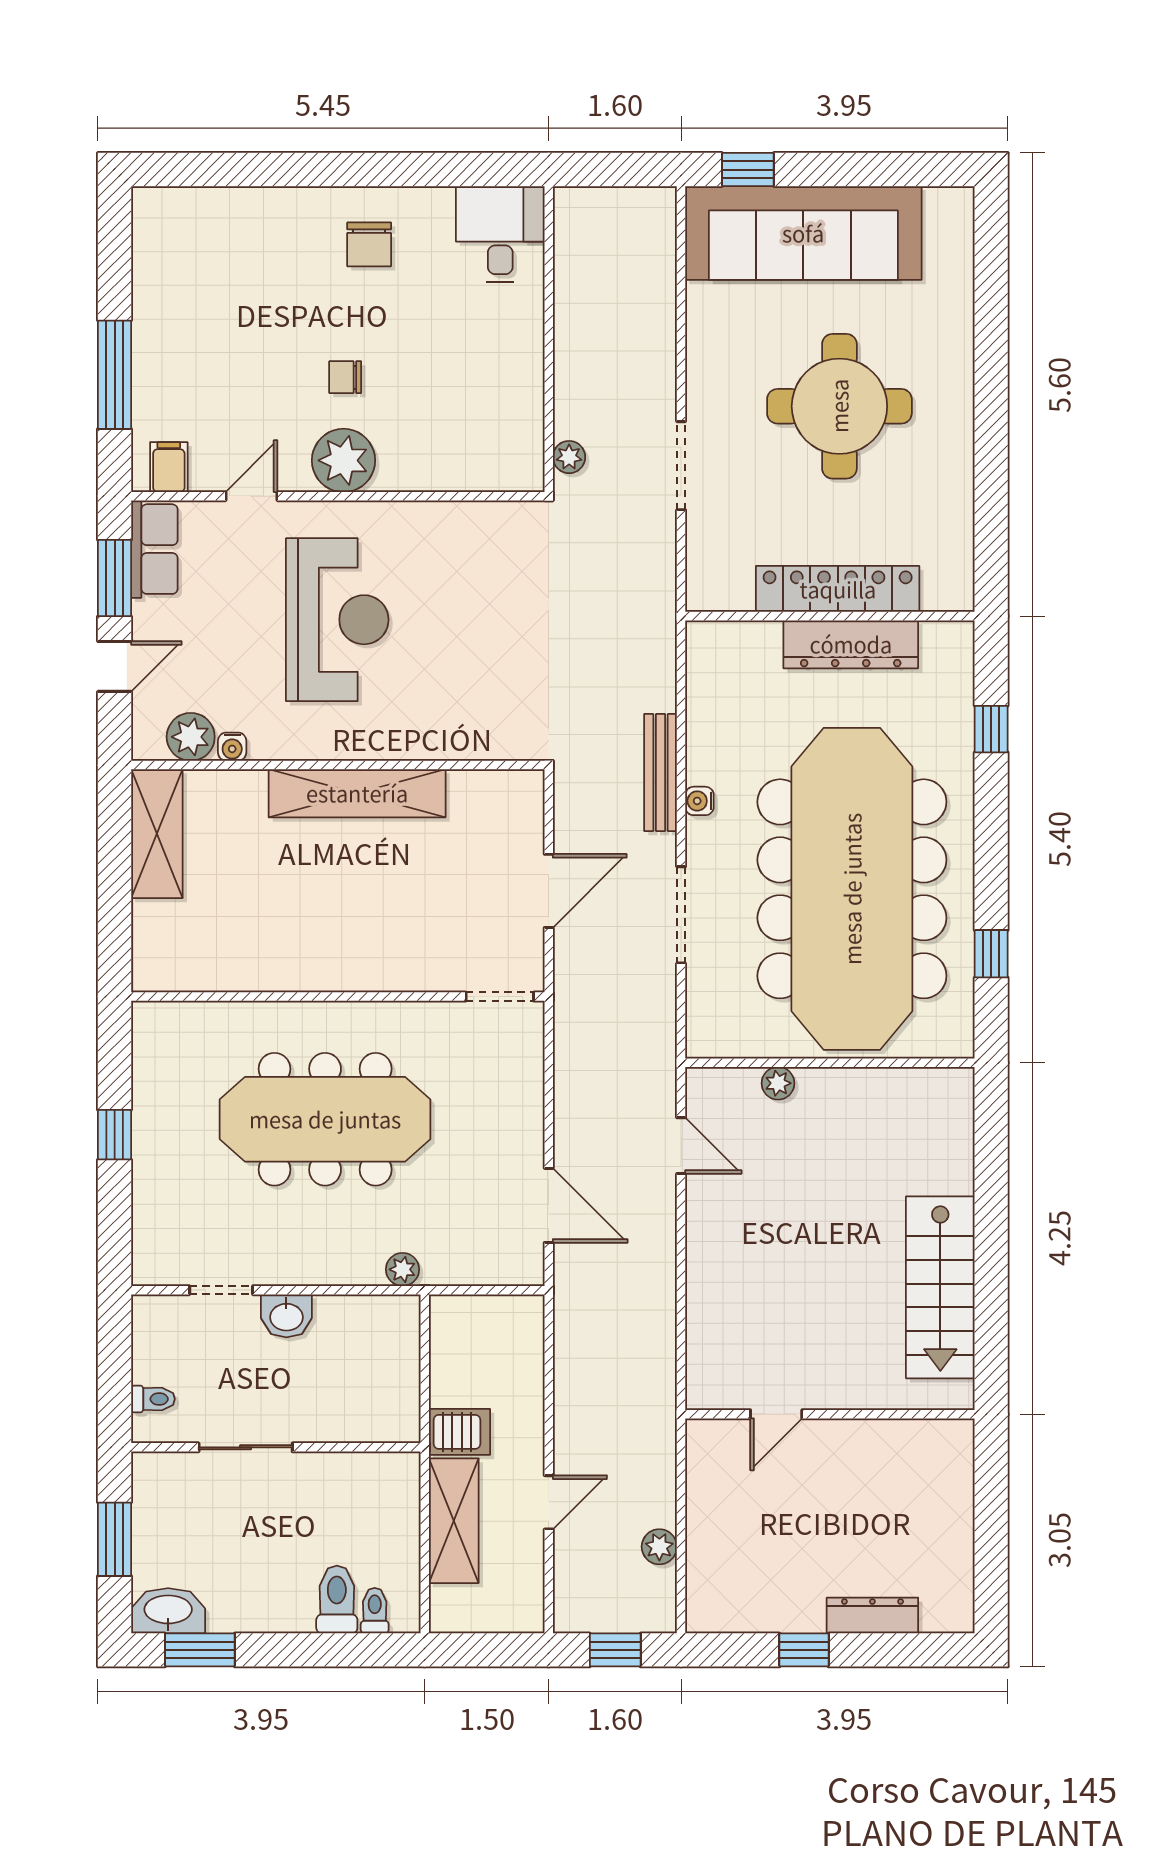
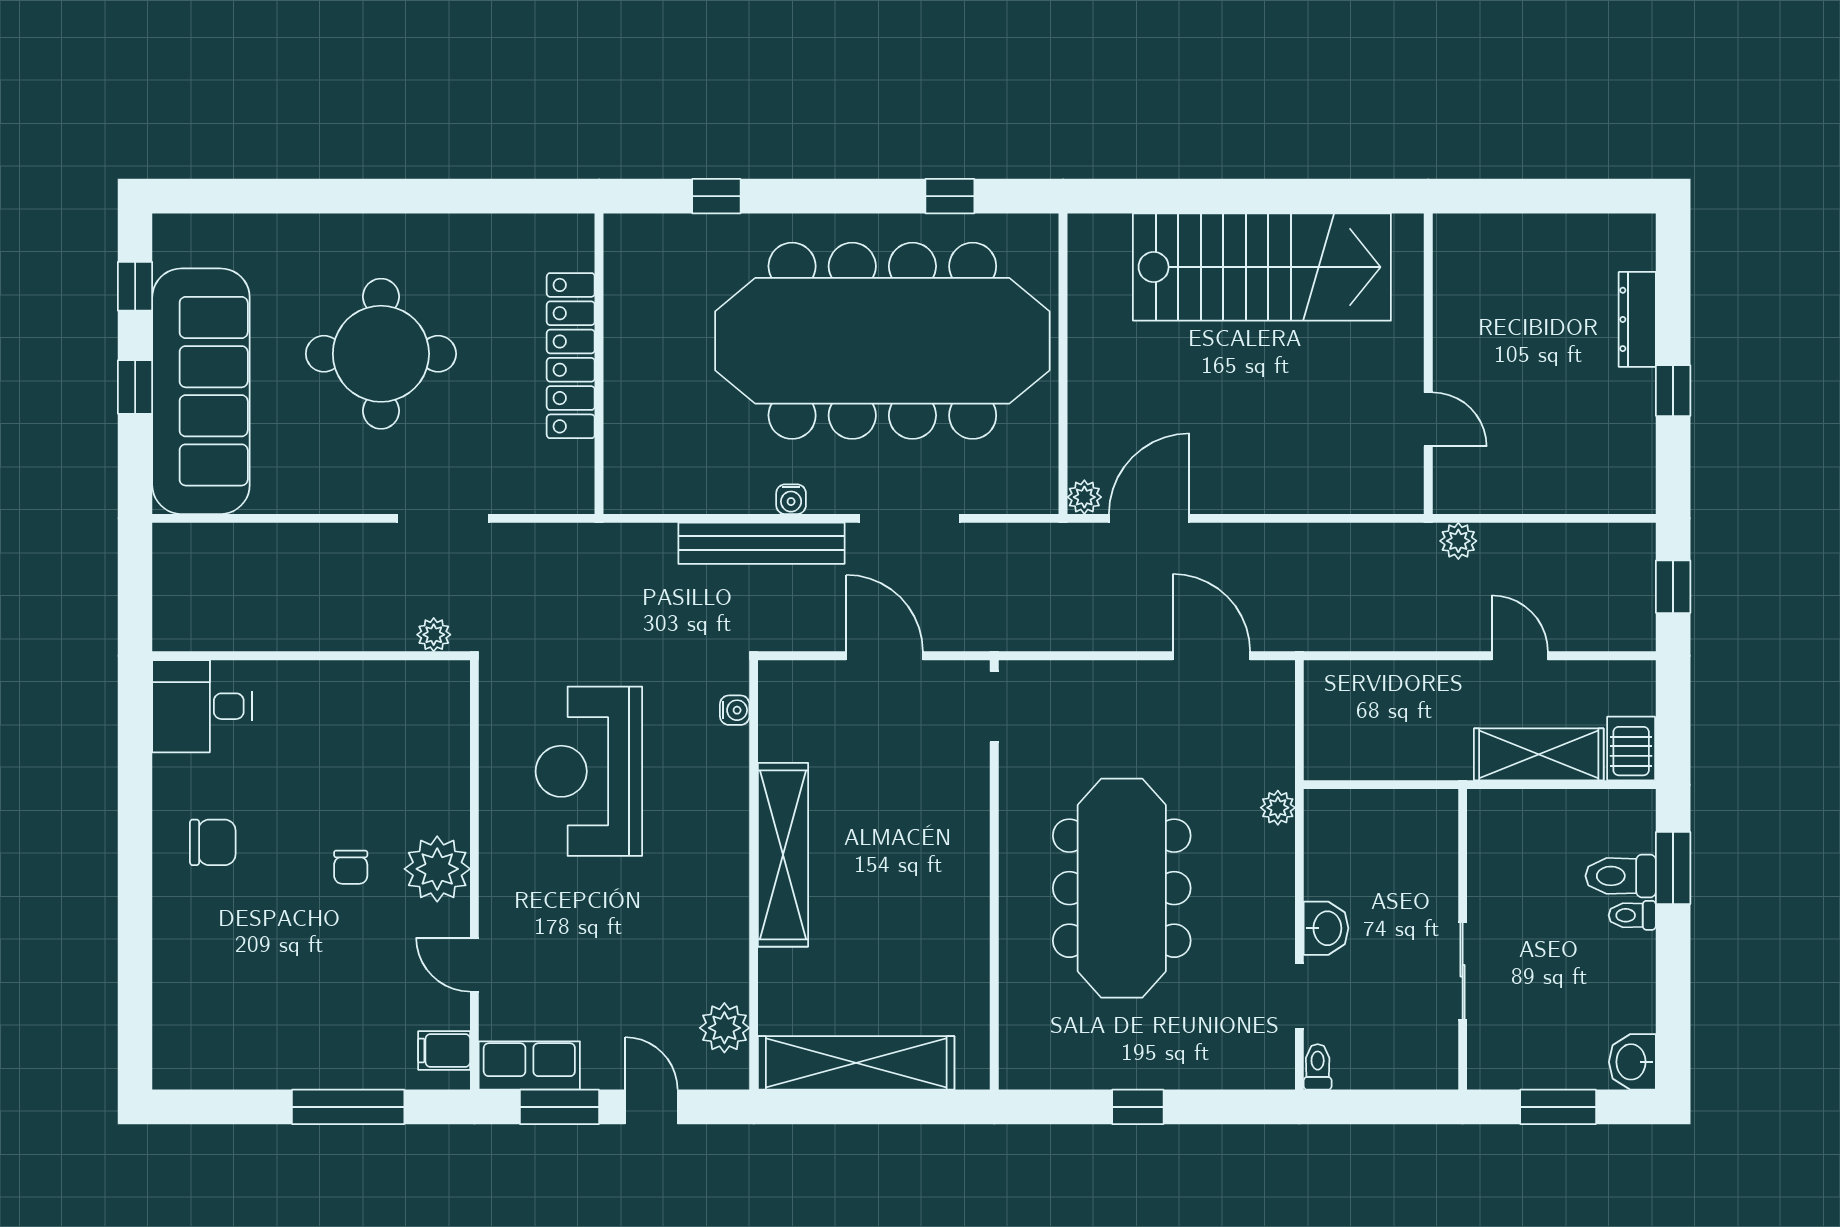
window: (748, 170) -> (135, 387), moved
window: (904, 170) -> (135, 286), added
reception desk: (337, 620) -> (589, 771), moved, turned -90
dresser: (851, 644) -> (628, 342), removed
water cooler: (232, 747) -> (735, 710), moved
bench: (661, 772) -> (761, 543), width x1.37, depth x1.21
shelving: (157, 834) -> (856, 1063), width x1.47
plant: (778, 1083) -> (1084, 497), moved
door: (681, 1146) -> (1149, 518), width x1.37
door: (549, 1205) -> (1211, 656), hinge flipped
stairs: (940, 1287) -> (1262, 267), width x1.36, depth x1.51
toilet: (153, 1399) -> (1318, 1067), moved
server rack: (459, 1432) -> (1631, 749), moved
plant: (659, 1547) -> (1458, 541), moved
washbasin: (168, 1611) -> (1632, 1062), width x0.72
toilet: (375, 1611) -> (1632, 915), moved
window: (200, 1650) -> (1673, 868), moved

